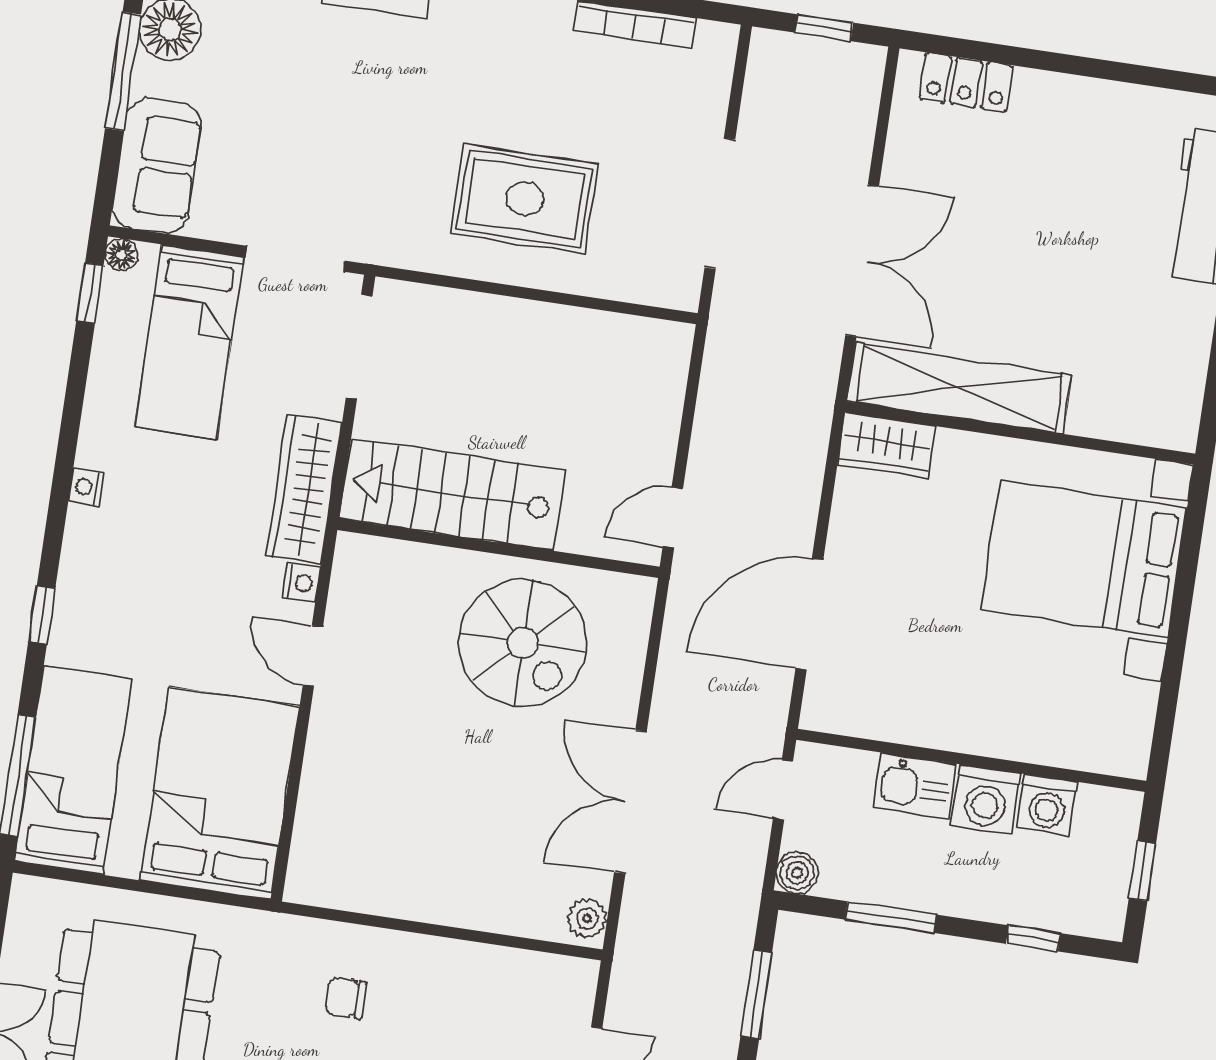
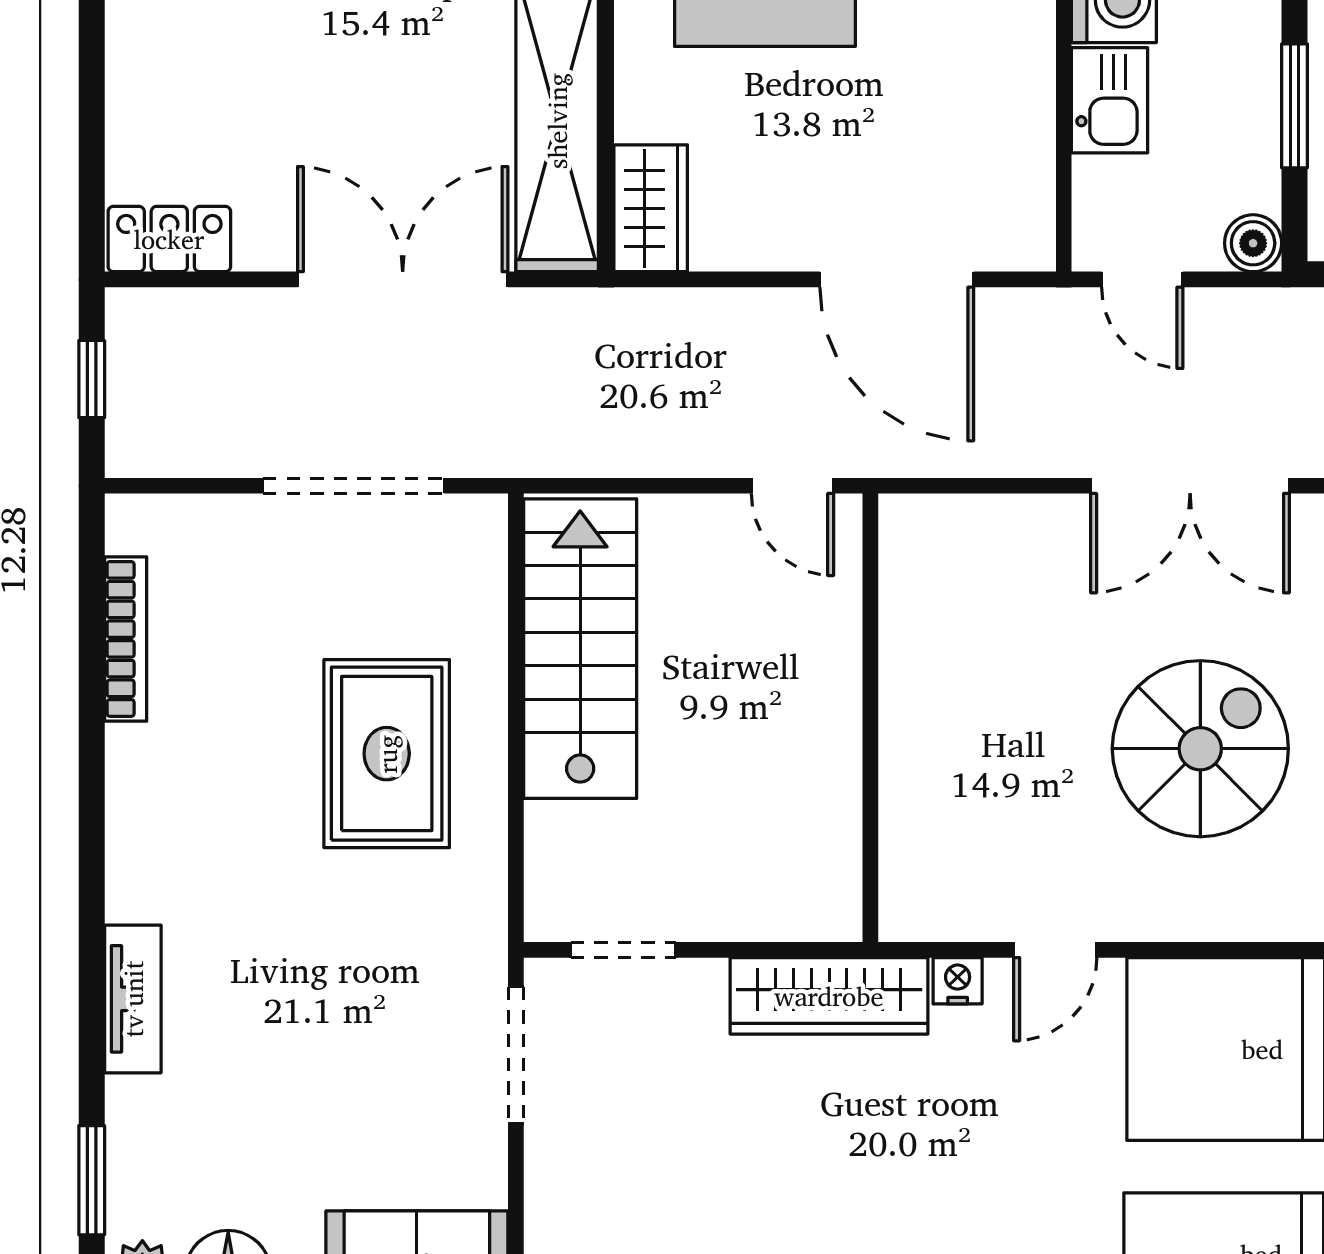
locker: (966, 82) -> (169, 239), moved, turned -90
bed: (189, 342) -> (651, 1183), removed
doorway: (359, 347) -> (623, 950), width x0.73
stairs: (452, 494) -> (580, 649), moved, turned 180
spiral stairs: (523, 643) -> (1200, 749), moved

